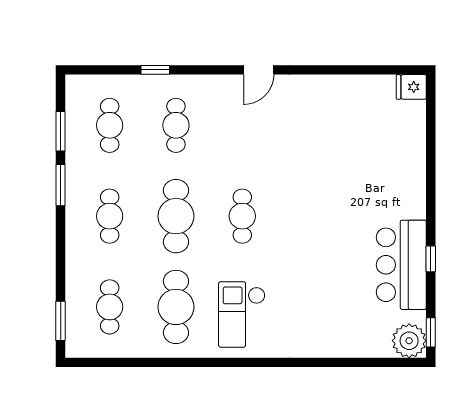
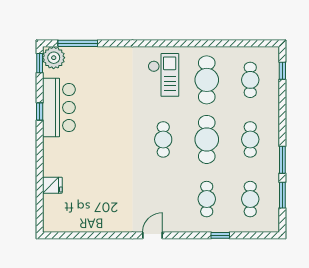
fridge: (411, 87) -> (52, 185), moved
window: (61, 321) -> (282, 71), width x0.67
window: (372, 362) -> (78, 43), added

